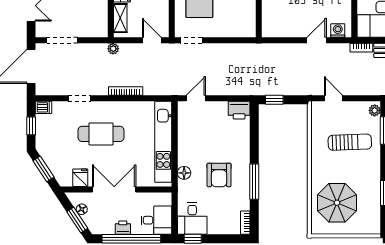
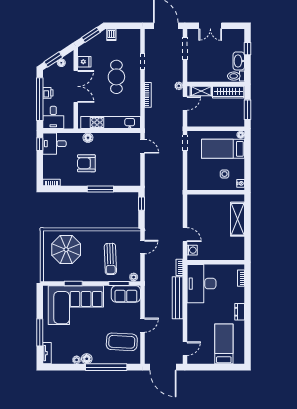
door: (152, 40) -> (185, 103), moved
dishwasher: (43, 107) -> (111, 35), moved
printer: (239, 110) -> (134, 178), removed
window: (31, 126) -> (122, 26), removed
window: (254, 182) -> (100, 189), moved

